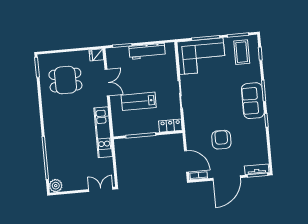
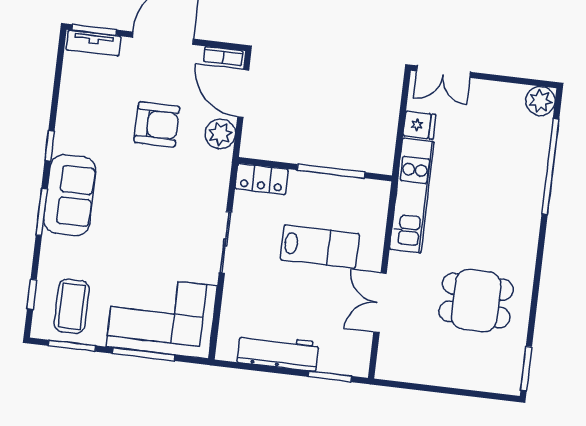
fridge: (96, 55) -> (419, 125), moved
dining table: (65, 80) -> (476, 301), moved
armchair: (221, 140) -> (157, 124), turned -91
plant: (193, 141) -> (220, 134), added

